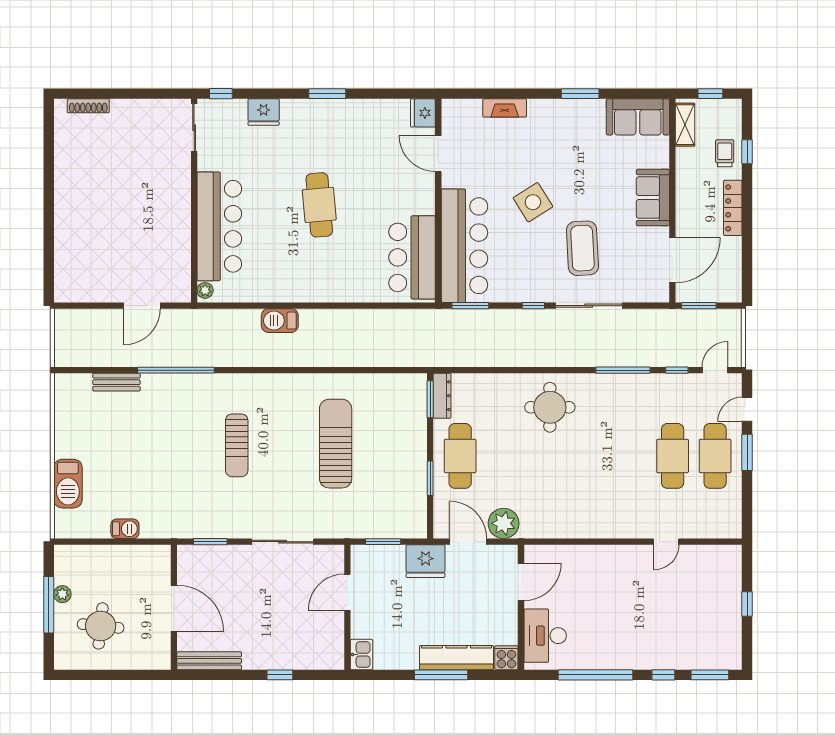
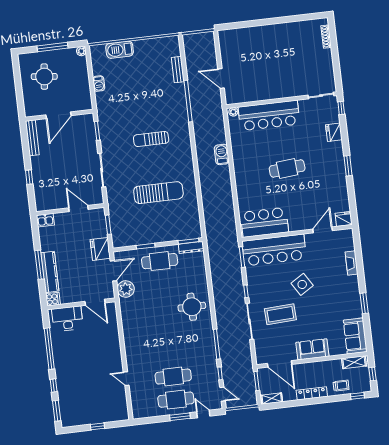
window: (747, 152) -> (357, 396), moved
shelving: (733, 282) -> (272, 399), added
plant: (62, 594) -> (81, 51), moved

